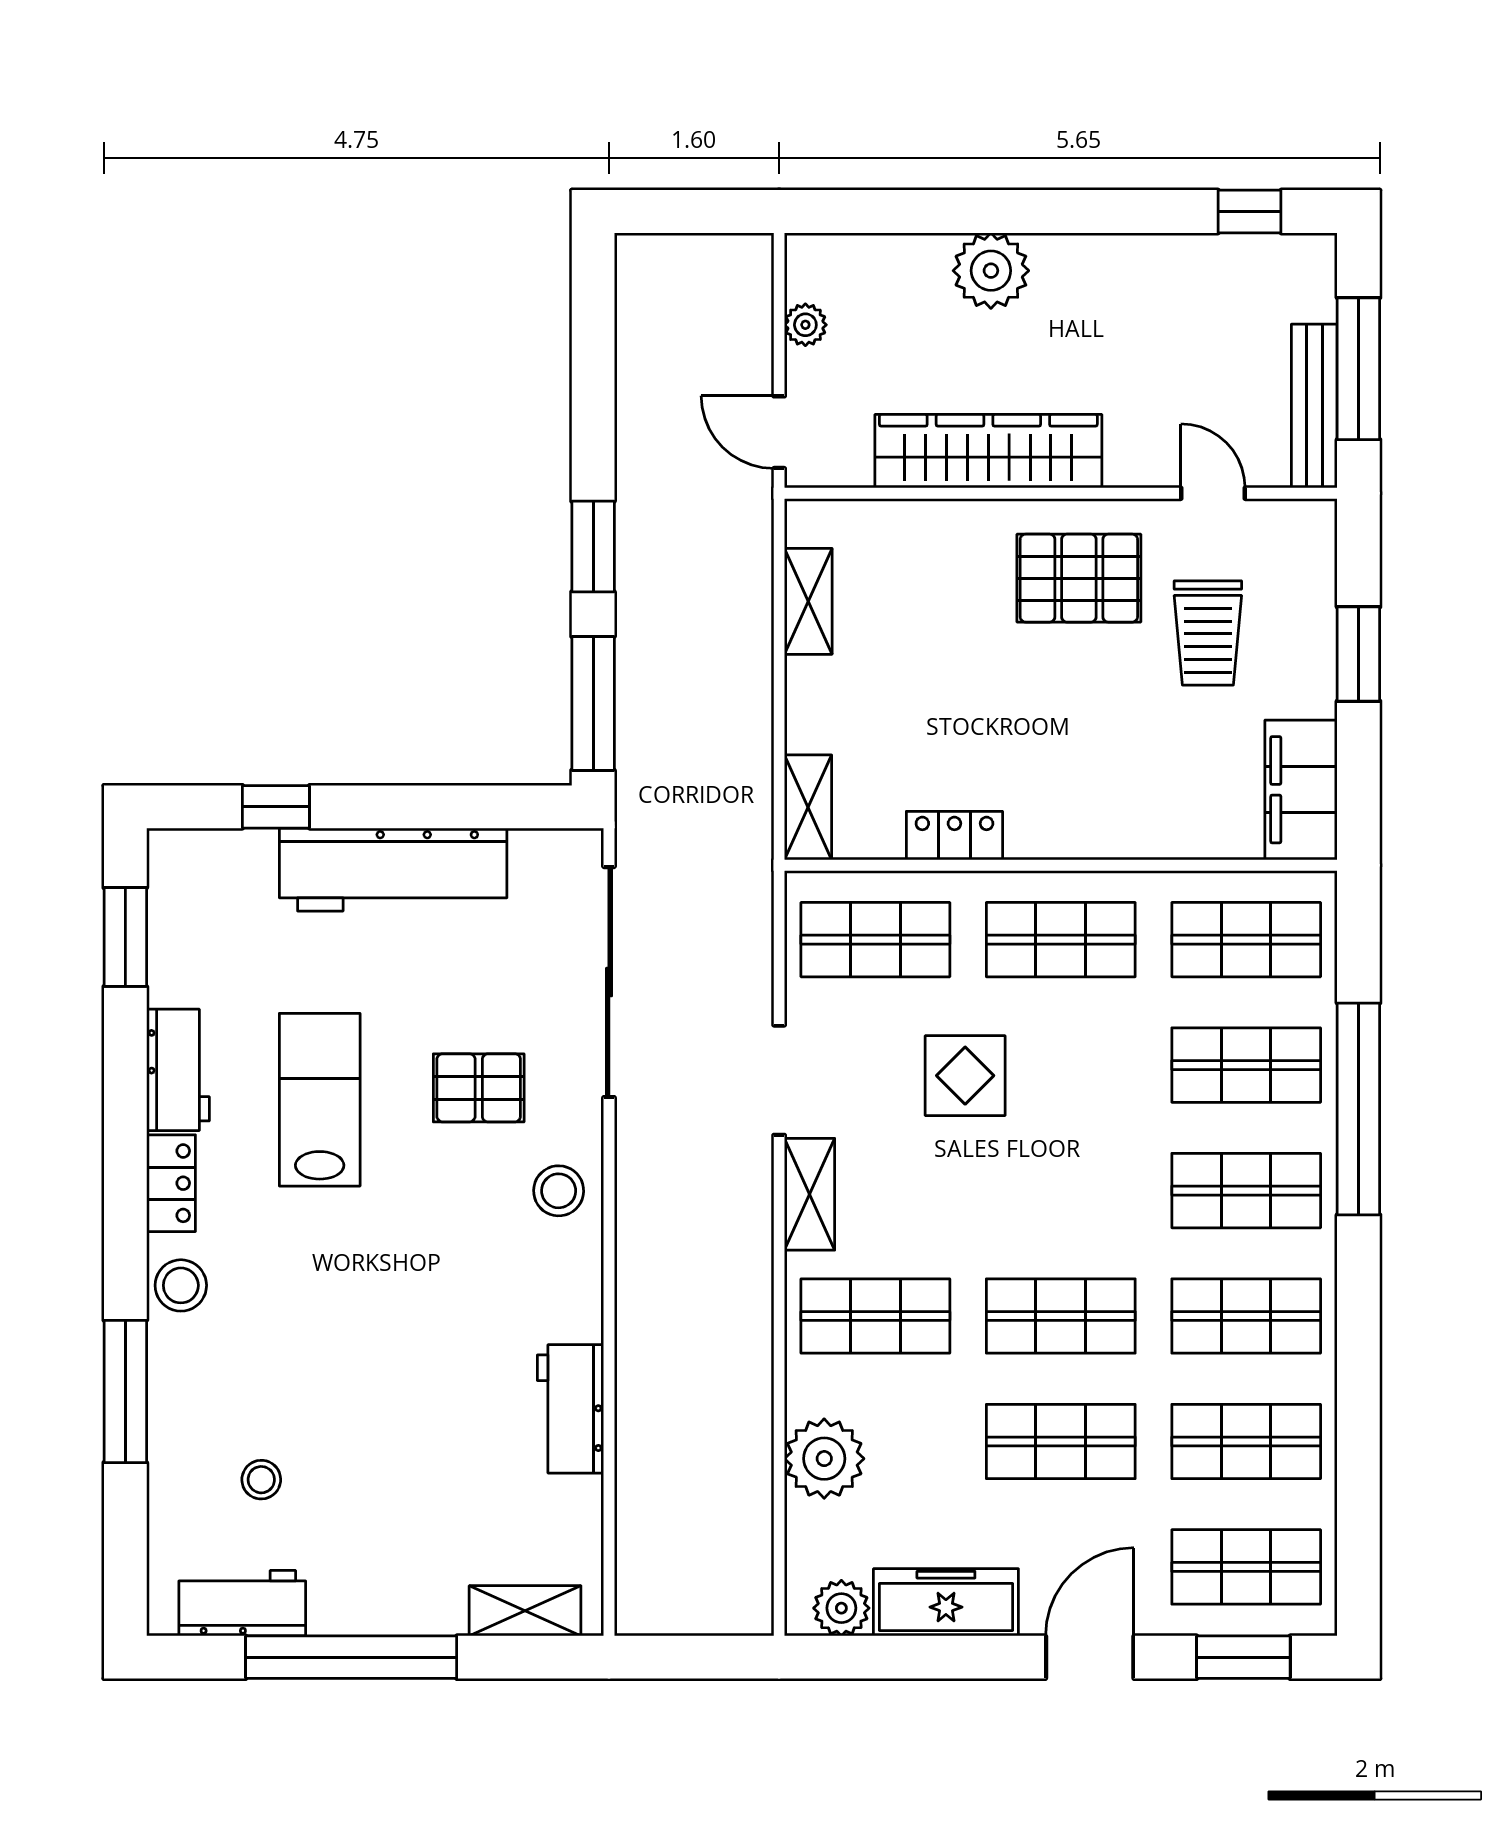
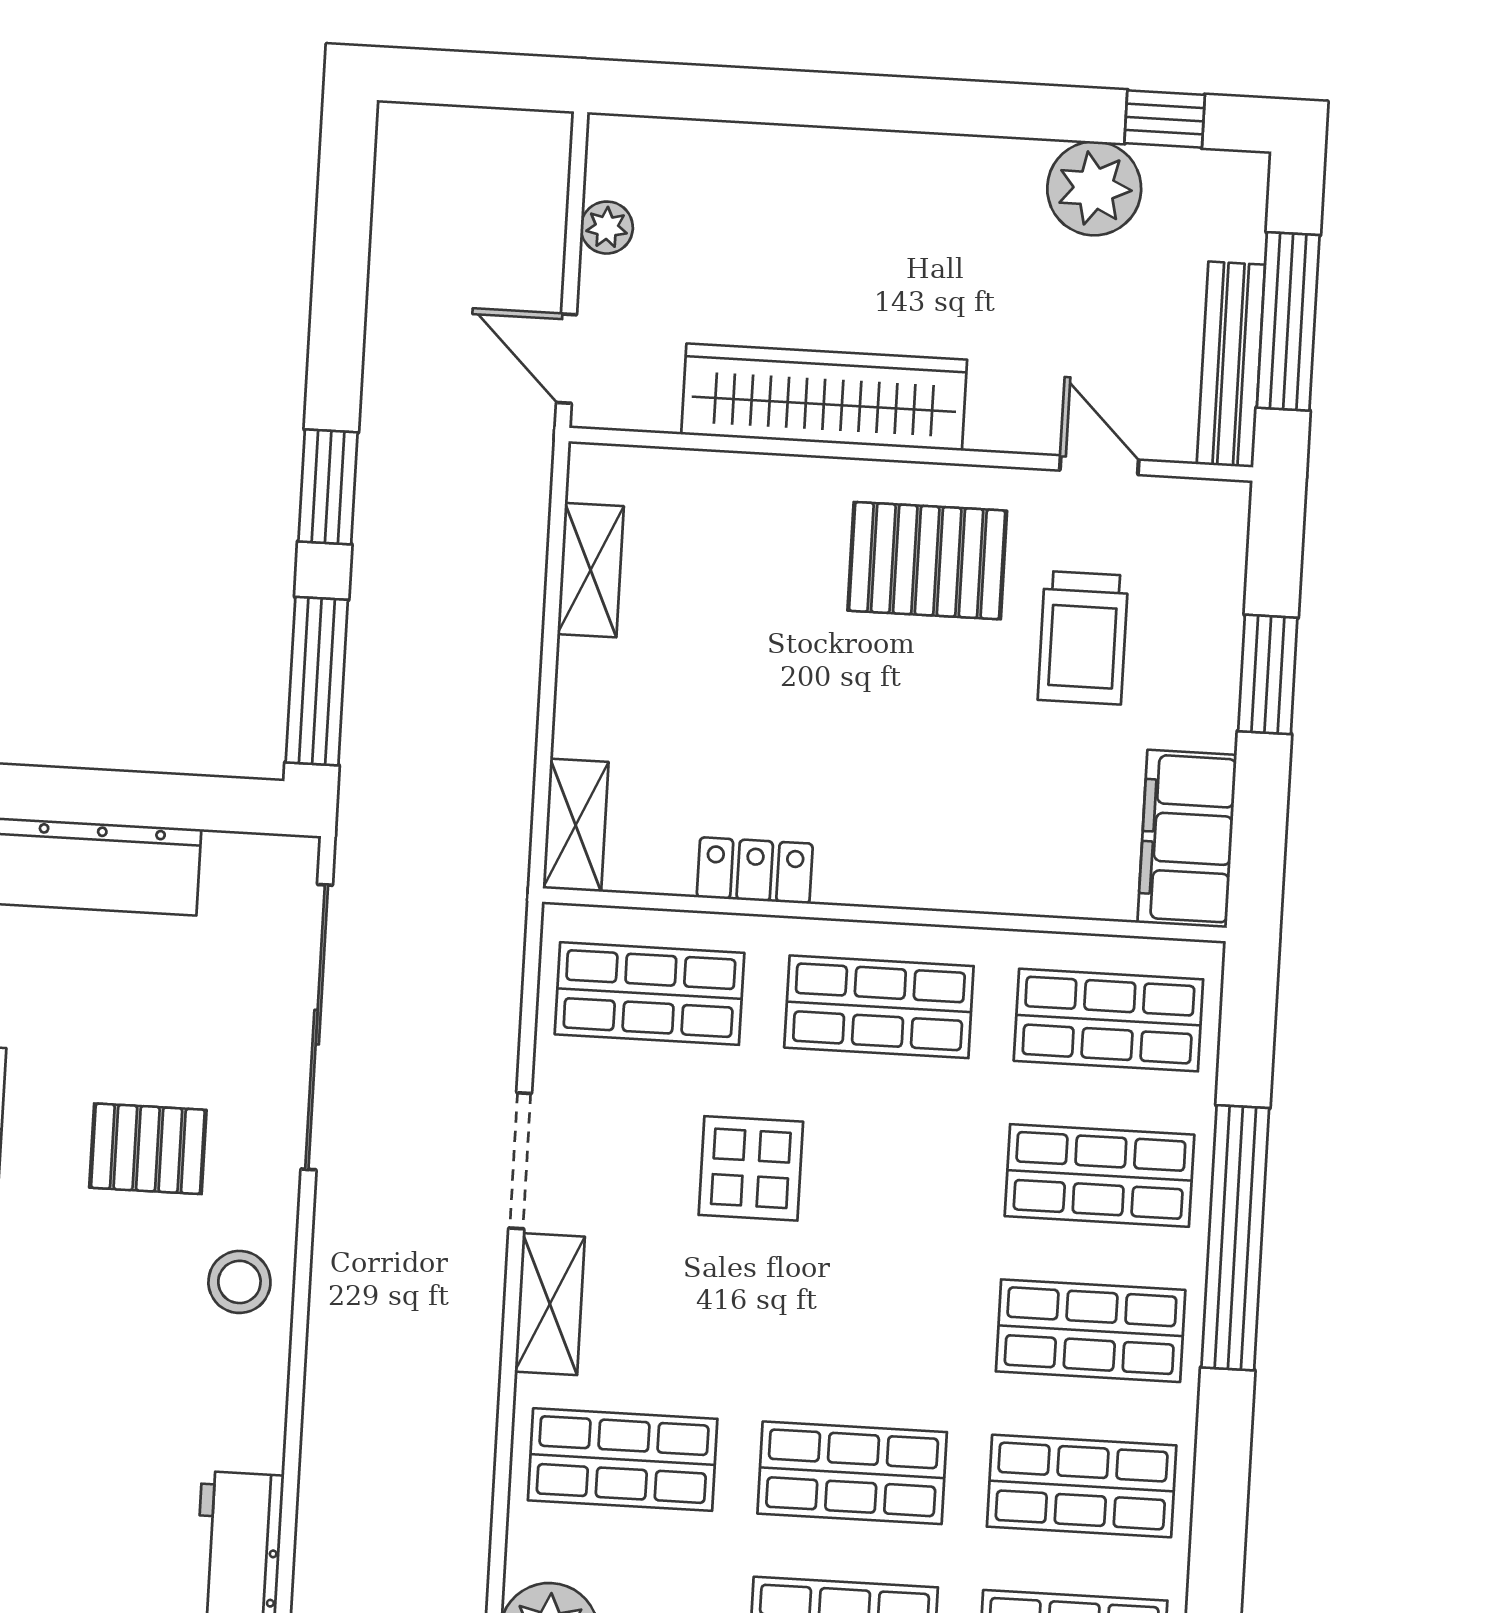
plant: (991, 271) -> (1094, 188), moved

